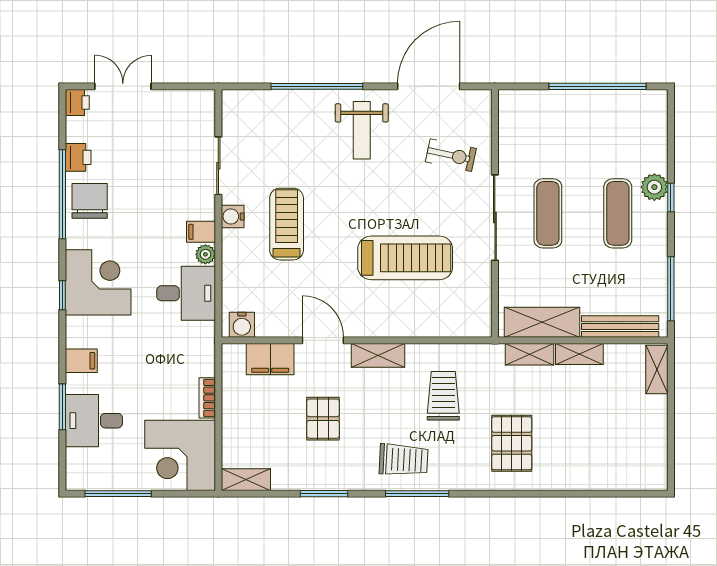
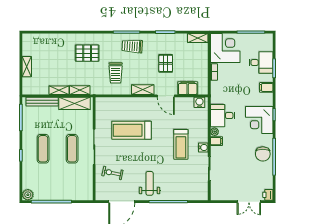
printer: (78, 157) -> (268, 172), removed
plant: (654, 187) -> (28, 195), moved
shelving: (657, 370) -> (27, 67), moved
pallet: (512, 443) -> (87, 53), turned 90

